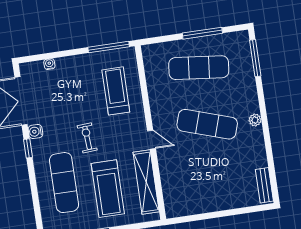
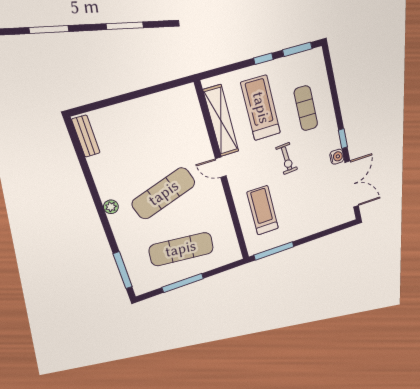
water cooler: (49, 64) -> (328, 224), removed
treadmill: (116, 91) -> (263, 210), turned 180
exercise mat: (207, 124) -> (164, 193), turned -36
exercise mat: (64, 183) -> (306, 108), width x0.73, depth x0.69

